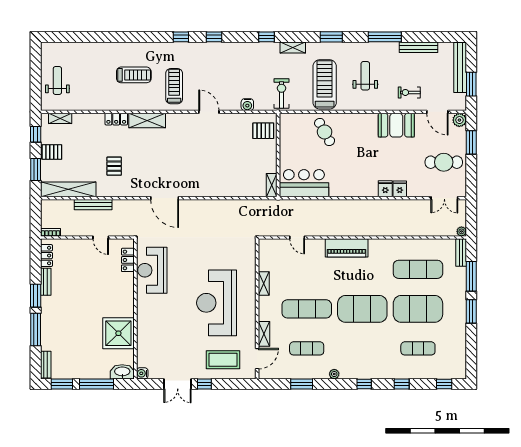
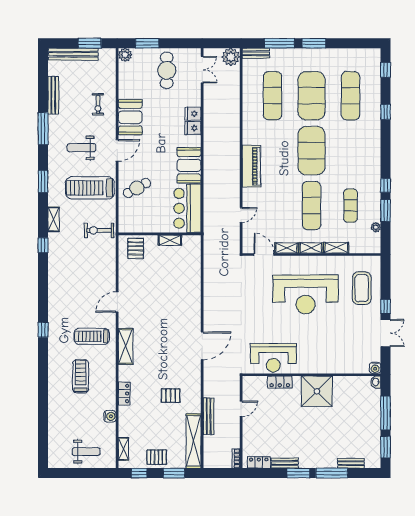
window: (214, 37) -> (43, 297), removed
weight bench: (57, 80) -> (86, 452), turned 180
water cooler: (247, 105) -> (110, 416), moved
door: (437, 112) -> (117, 150), moved
shelving: (147, 120) -> (126, 346), moved
pallet: (52, 152) -> (157, 457), turned 90
shelving: (272, 185) -> (170, 240), moved
booth: (348, 185) -> (189, 165), added
plant: (461, 231) -> (231, 57), width x1.87, depth x1.87
locker: (128, 260) -> (280, 382), moved
shelving: (264, 308) -> (311, 248), added
shower: (118, 333) -> (317, 391), moved
exercise mat: (418, 348) -> (351, 96), width x1.36, depth x1.45
door: (257, 359) -> (264, 254), moved
bench: (46, 365) -> (351, 463), moved
washbasin: (122, 372) -> (376, 382), width x0.52, depth x0.69
plant: (334, 374) -> (376, 227), moved
window: (364, 384) -> (386, 185), moved

